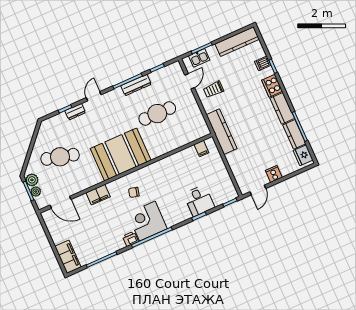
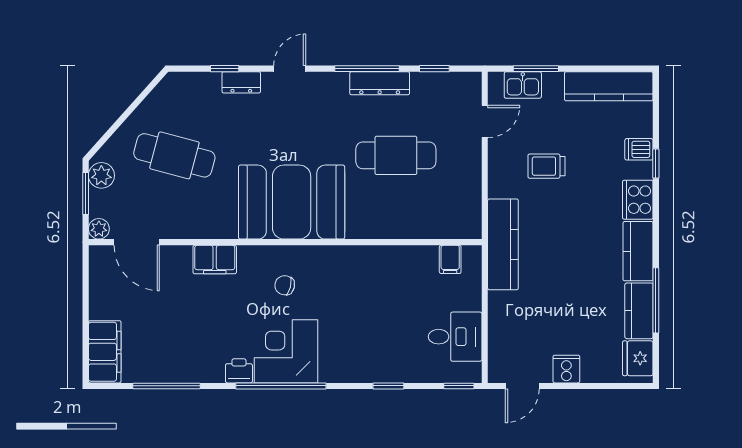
trolley: (213, 89) -> (547, 166), moved
plant: (36, 191) -> (99, 229), moved
desk: (199, 201) -> (455, 337), moved, turned -90

